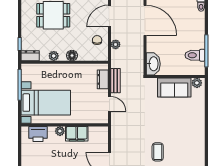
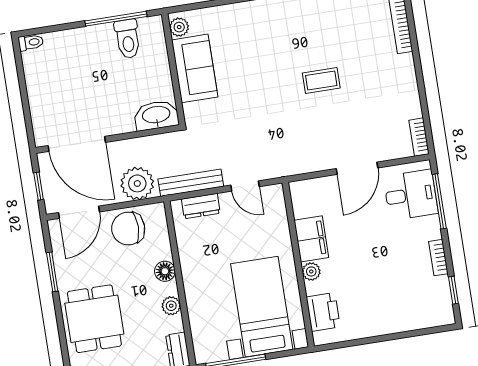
door: (109, 16) -> (79, 212), hinge flipped
door: (145, 20) -> (77, 144), swing flipped
chair: (97, 40) -> (128, 228), width x1.87, depth x1.87
plant: (116, 44) -> (137, 183), width x1.88, depth x1.88
bench: (116, 81) -> (191, 183), width x1.36
door: (109, 104) -> (245, 186), swing flipped

